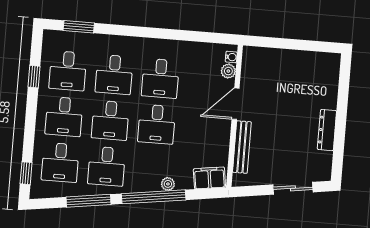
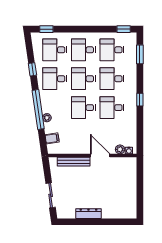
window: (151, 33) -> (140, 100), added
window: (34, 77) -> (124, 29), moved
filing cabinet: (209, 178) -> (52, 138), width x0.50
window: (89, 201) -> (32, 69), width x0.46

